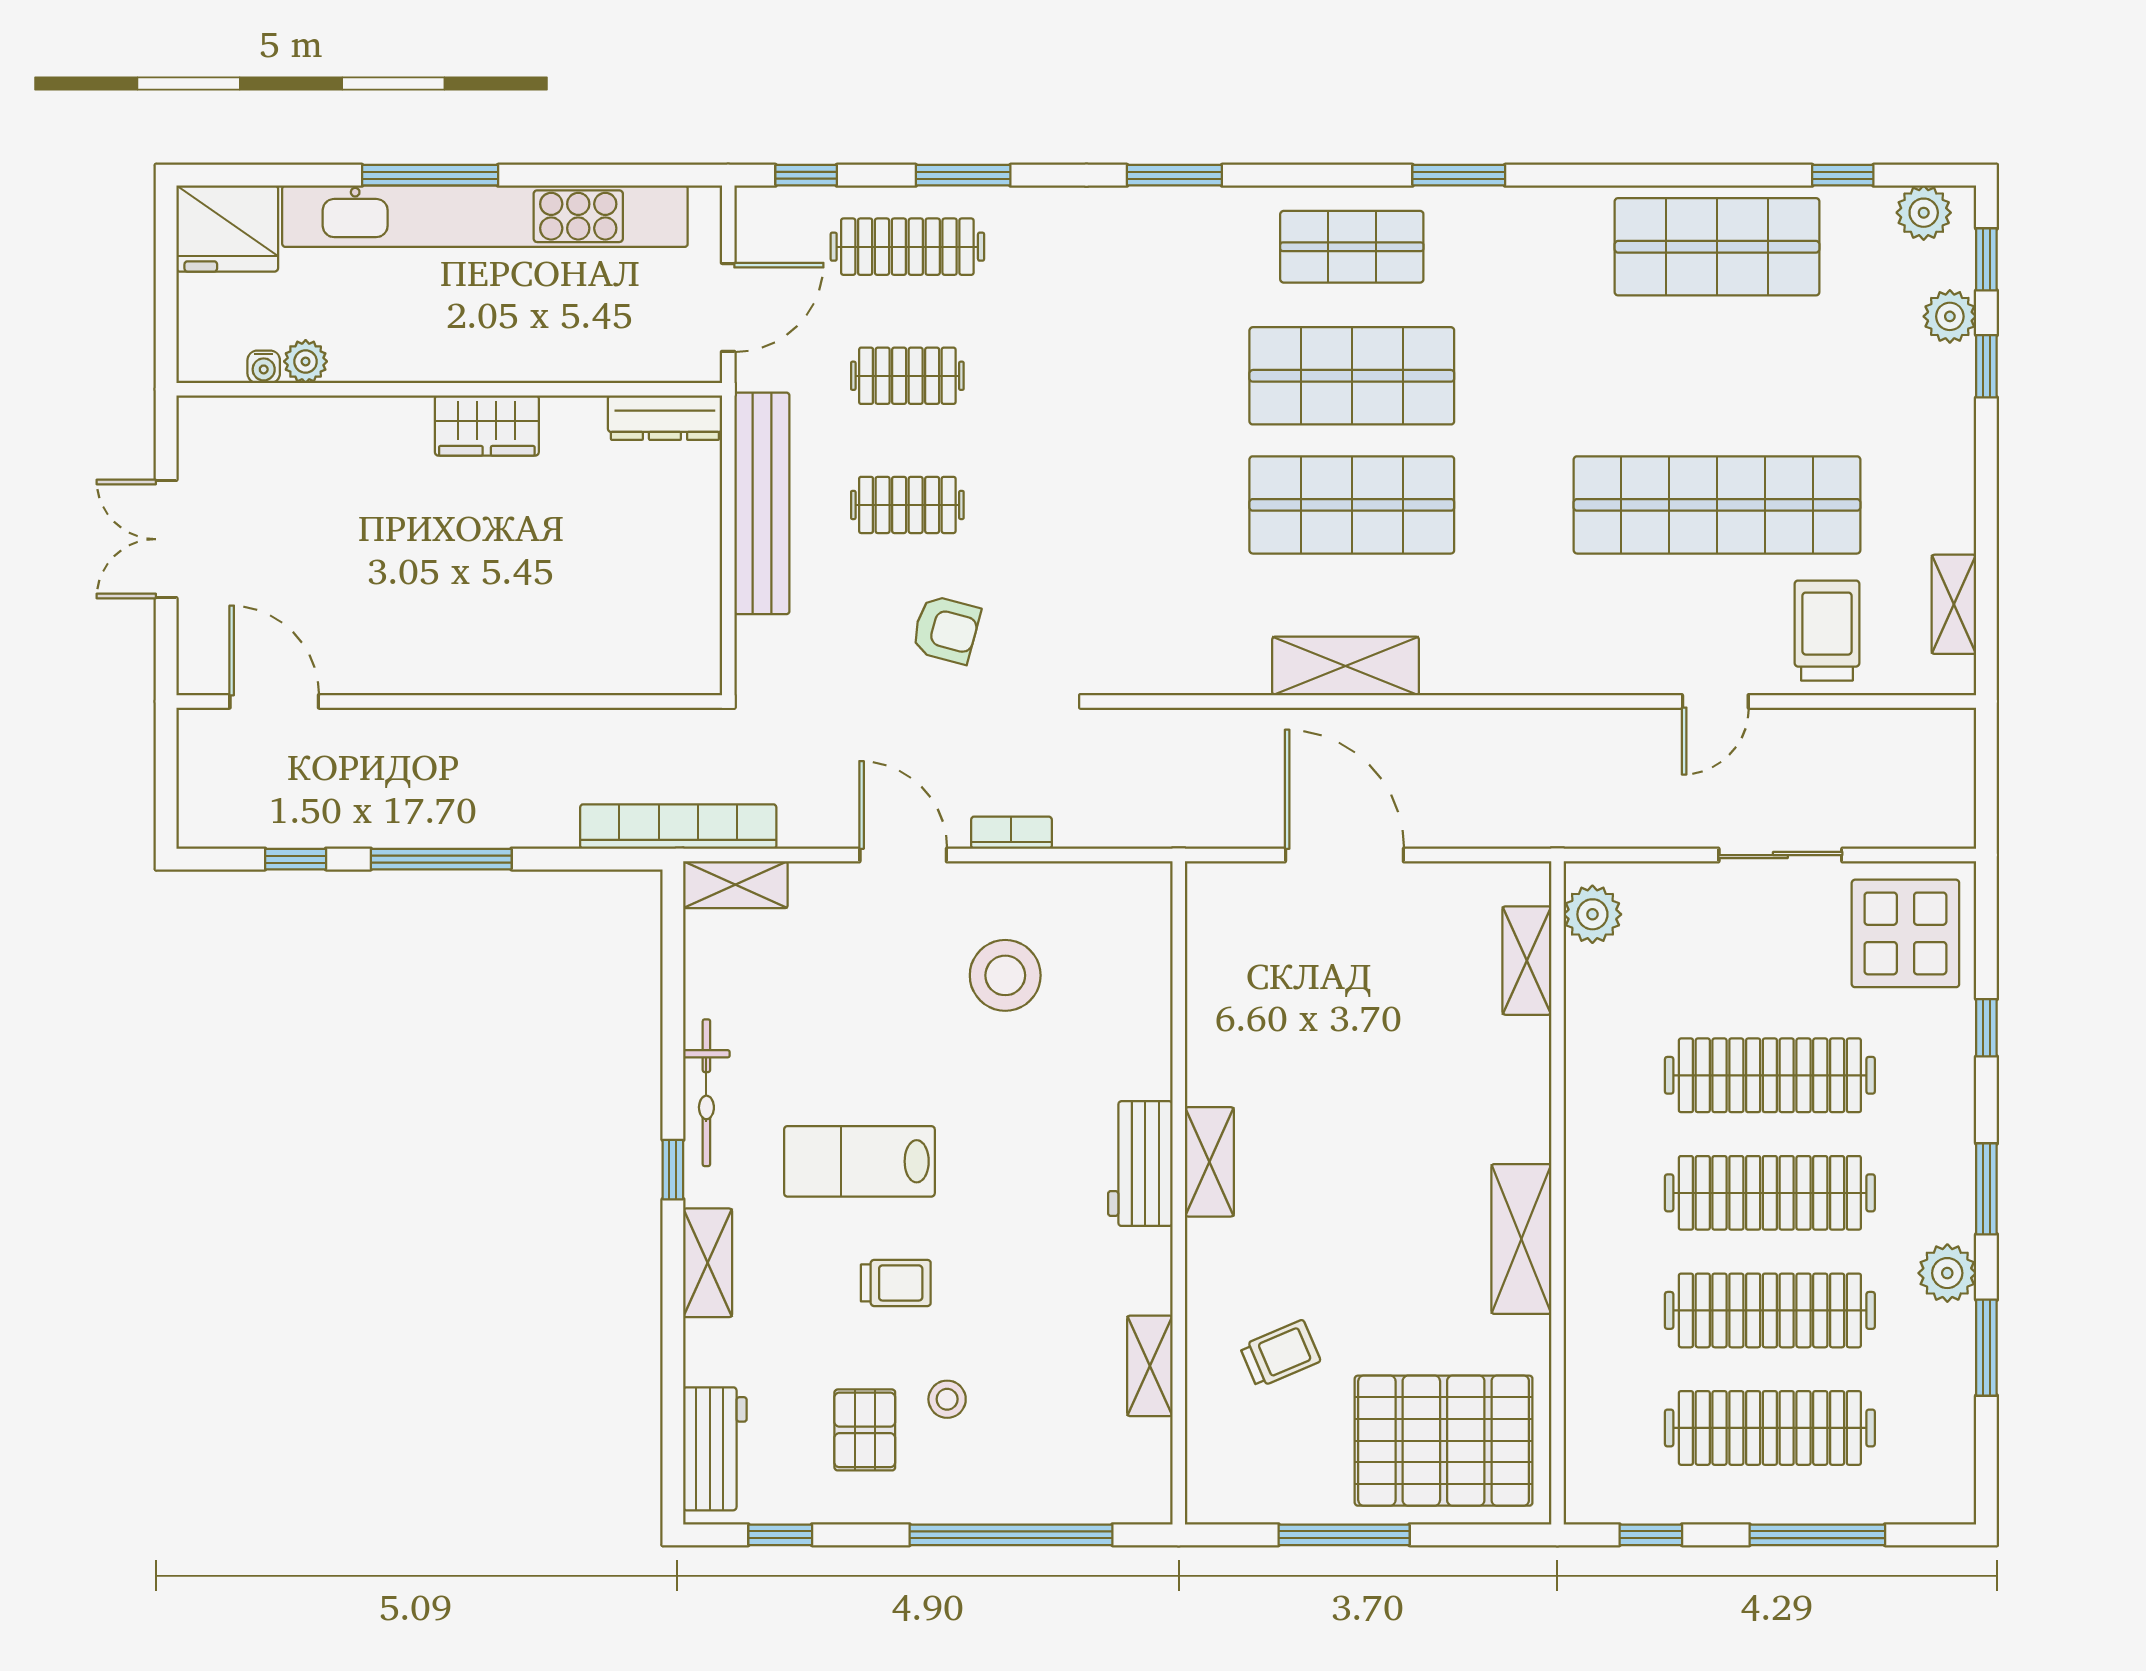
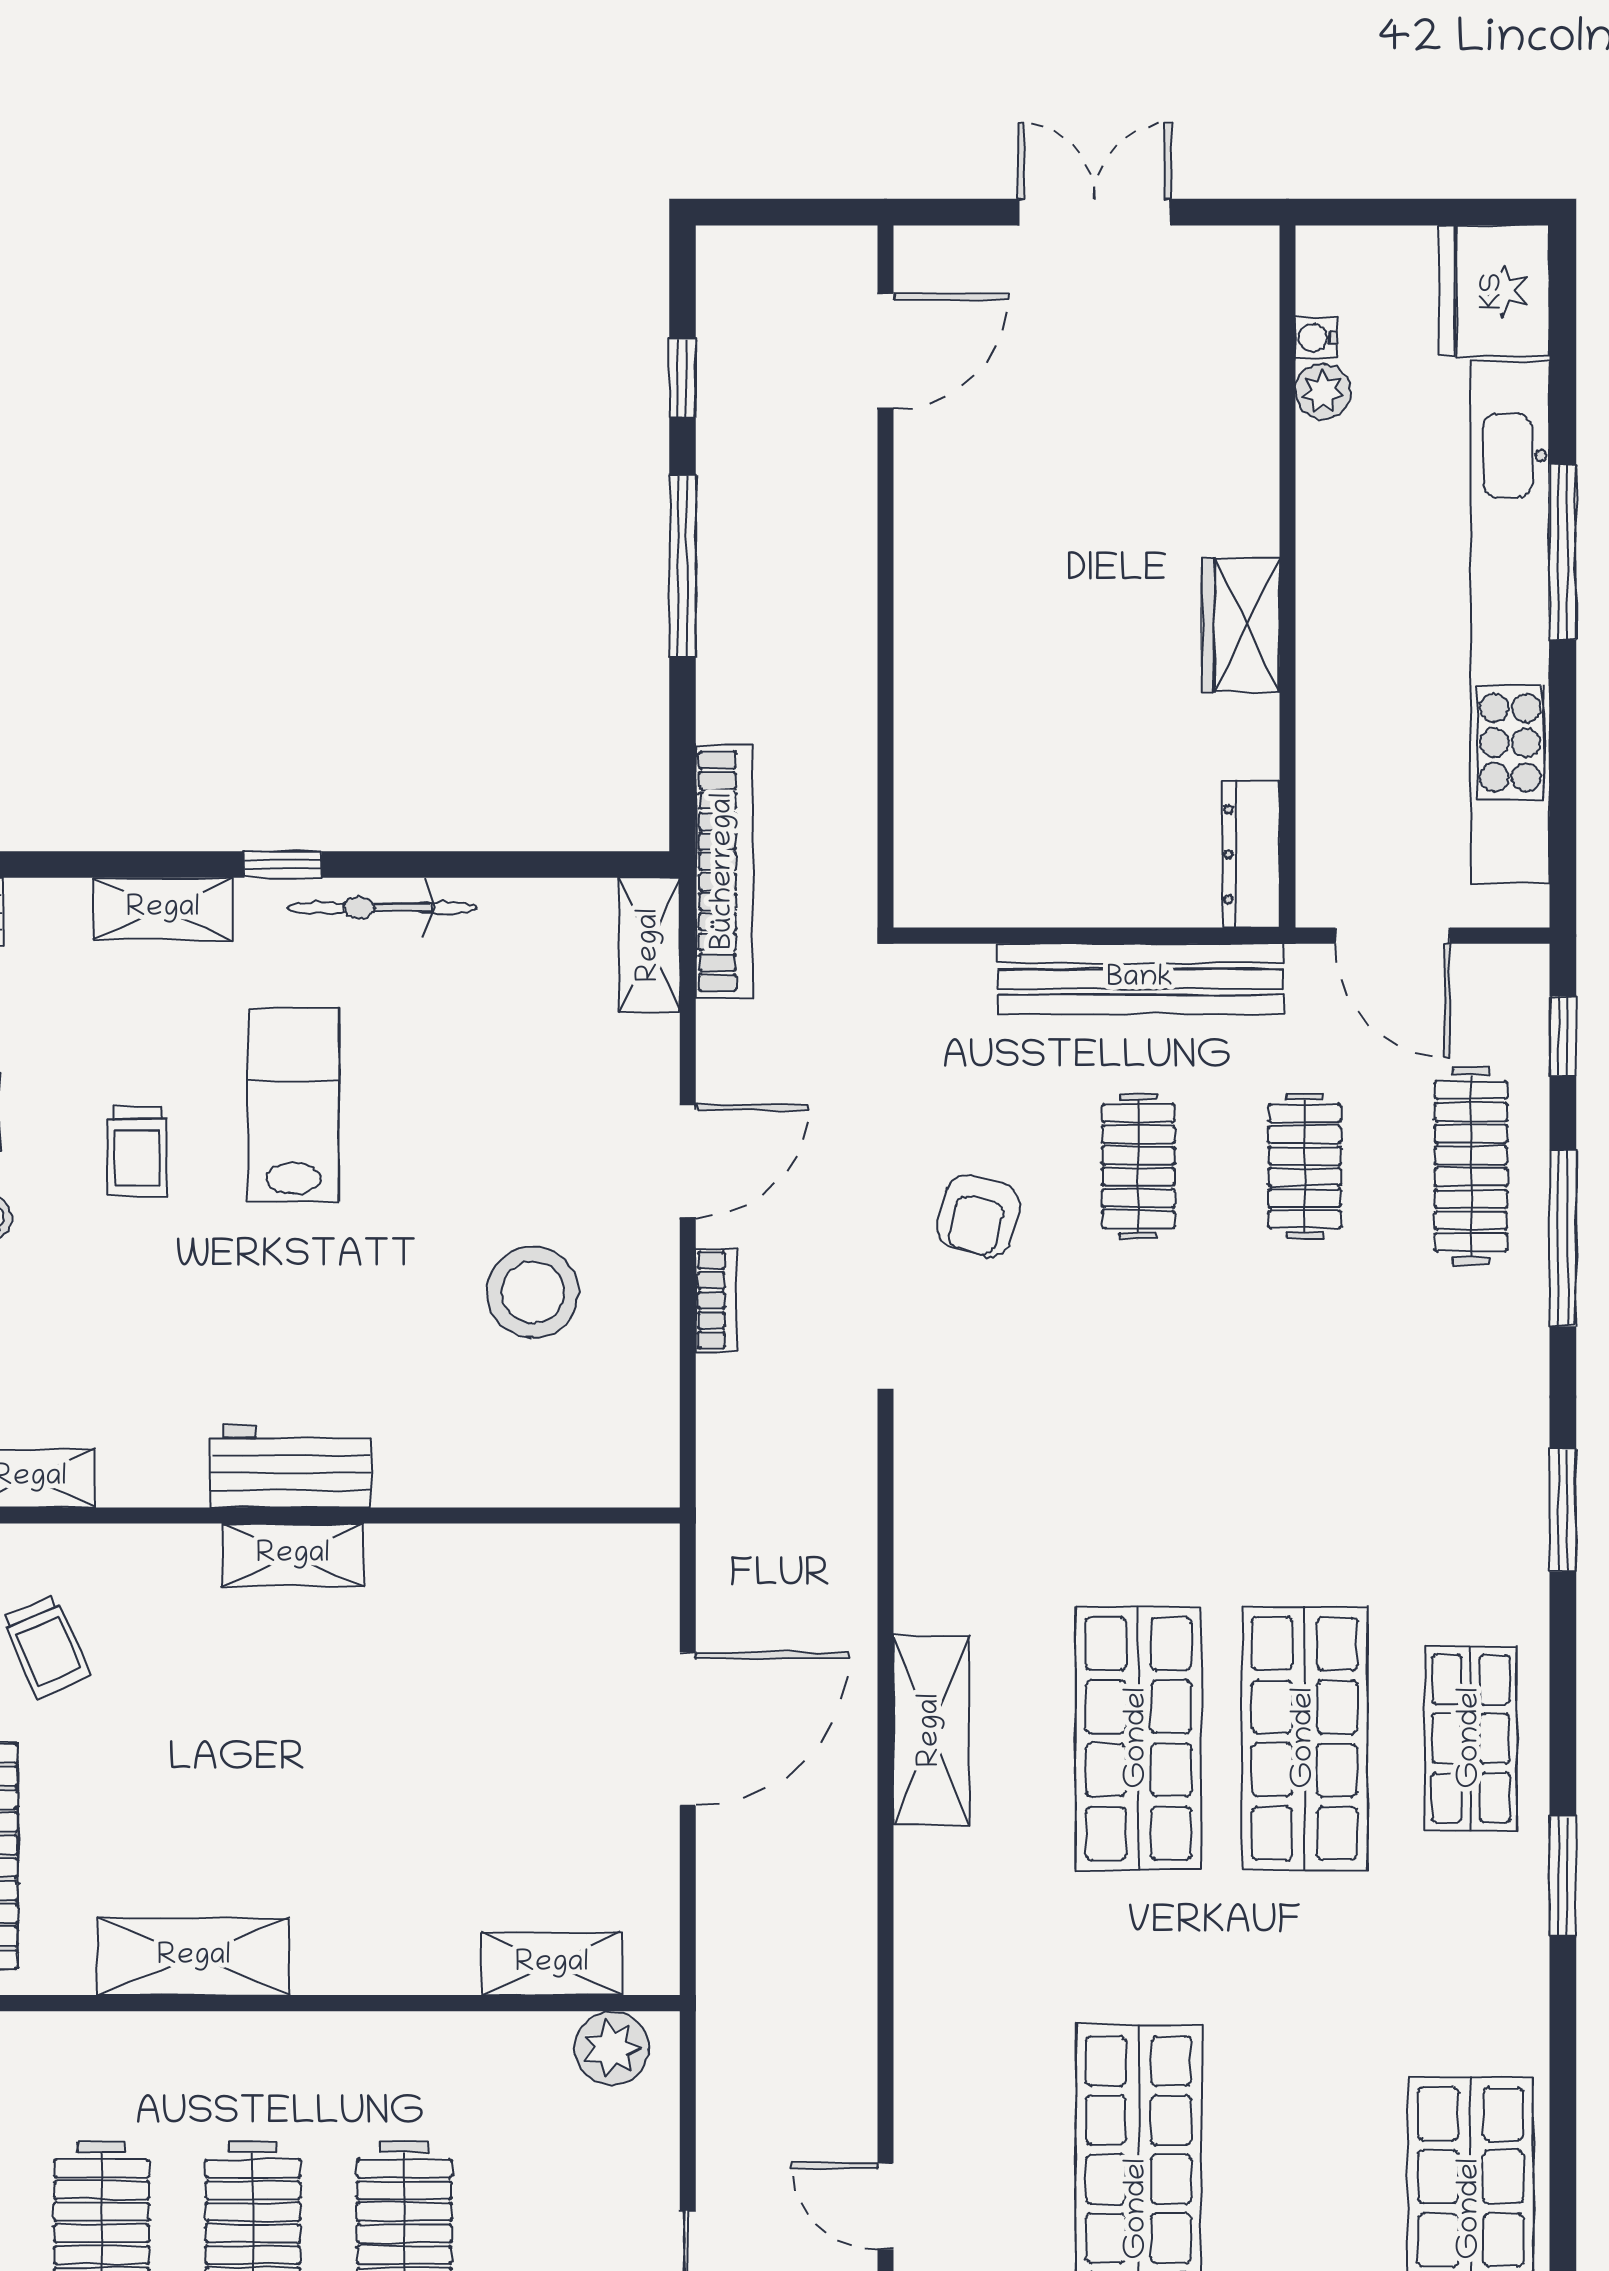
window: (963, 175) -> (1563, 1238), width x1.44

